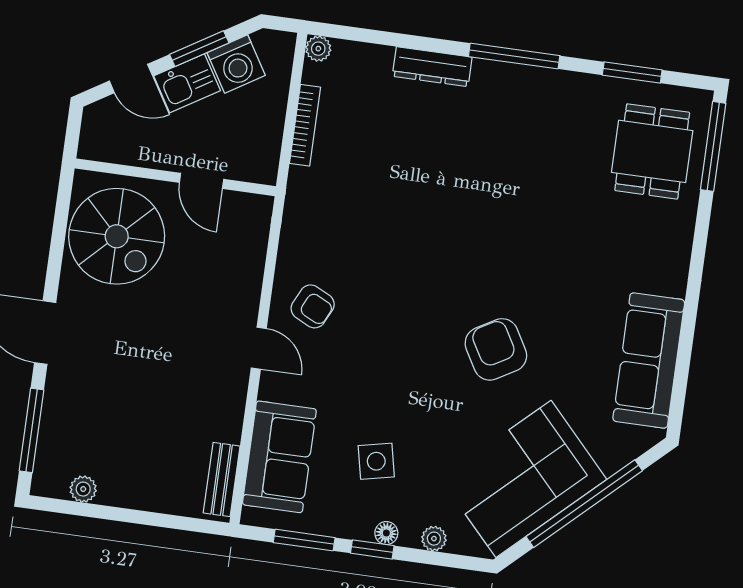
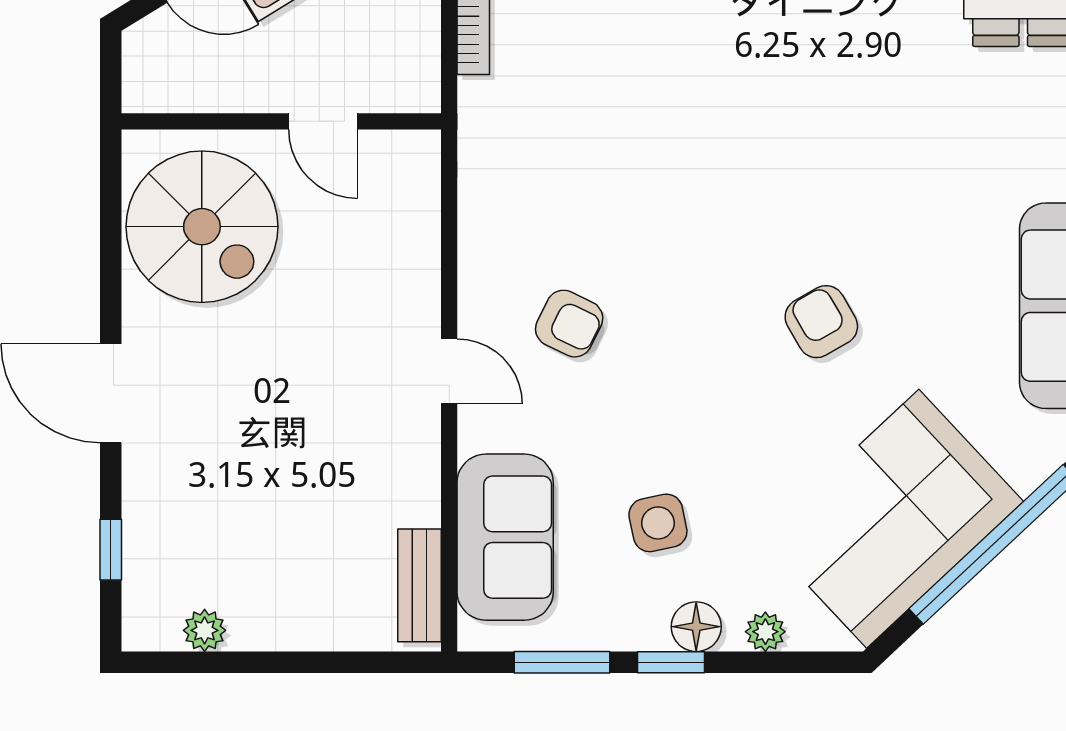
armchair: (313, 306) -> (569, 324), moved
armchair: (496, 349) -> (821, 322), width x0.72, depth x0.72
window: (32, 430) -> (111, 550), width x0.46
floor lamp: (386, 533) -> (696, 627), width x1.37, depth x1.37

